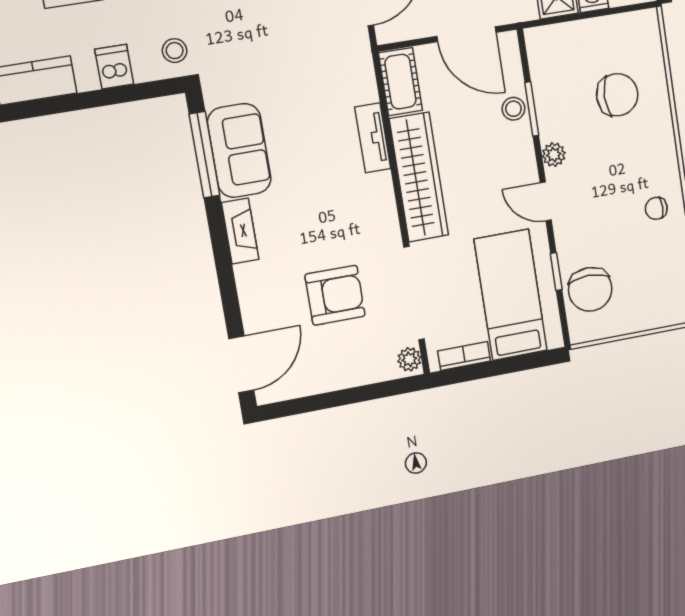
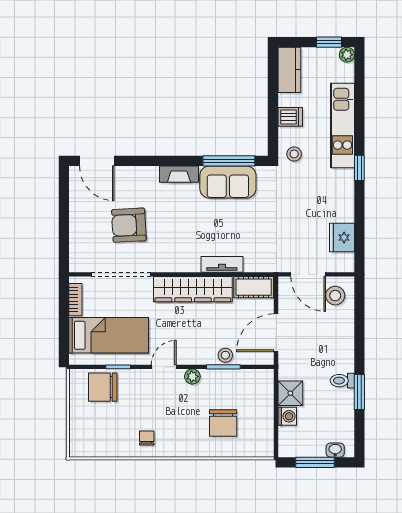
armchair: (335, 295) -> (129, 225), turned 87
plant: (409, 359) -> (80, 265), removed

